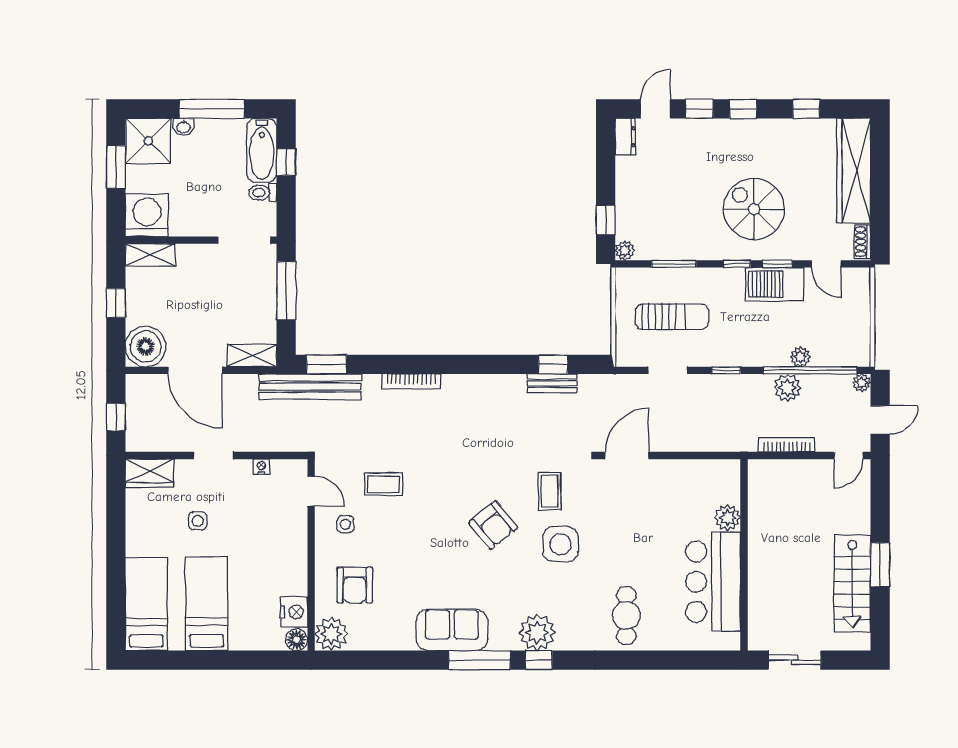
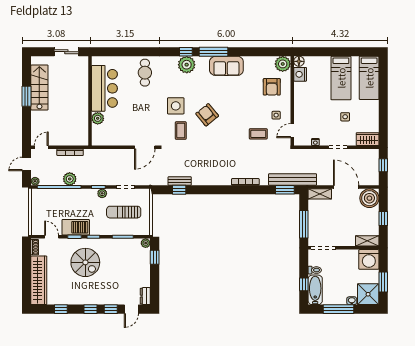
plant: (800, 357) -> (102, 193), moved
door: (311, 491) -> (292, 131), hinge flipped
armchair: (355, 585) -> (272, 87), turned 180

